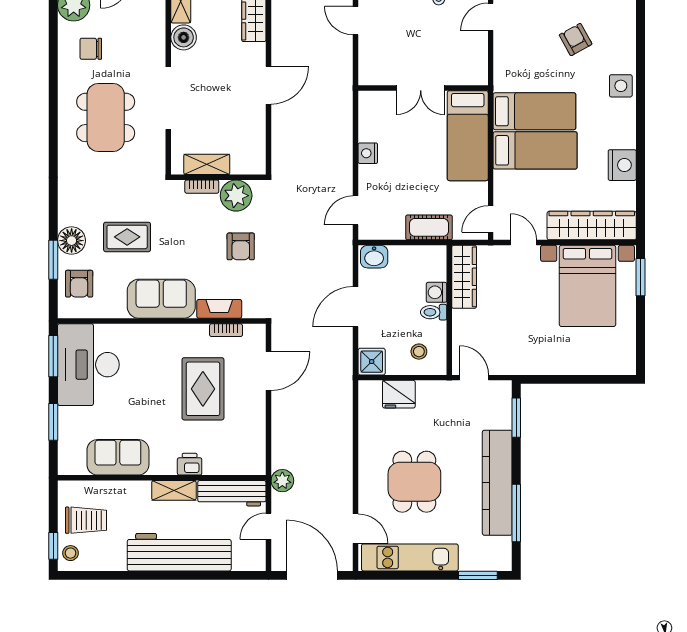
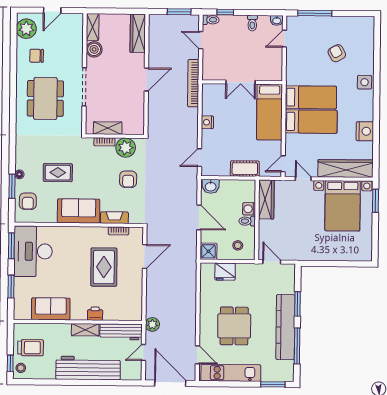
bookcase: (344, 90) -> (193, 83), added
floor lamp: (72, 241) -> (19, 174), width x0.53, depth x0.53
door: (356, 307) -> (199, 217), swing flipped
window: (516, 418) -> (297, 304), moved

